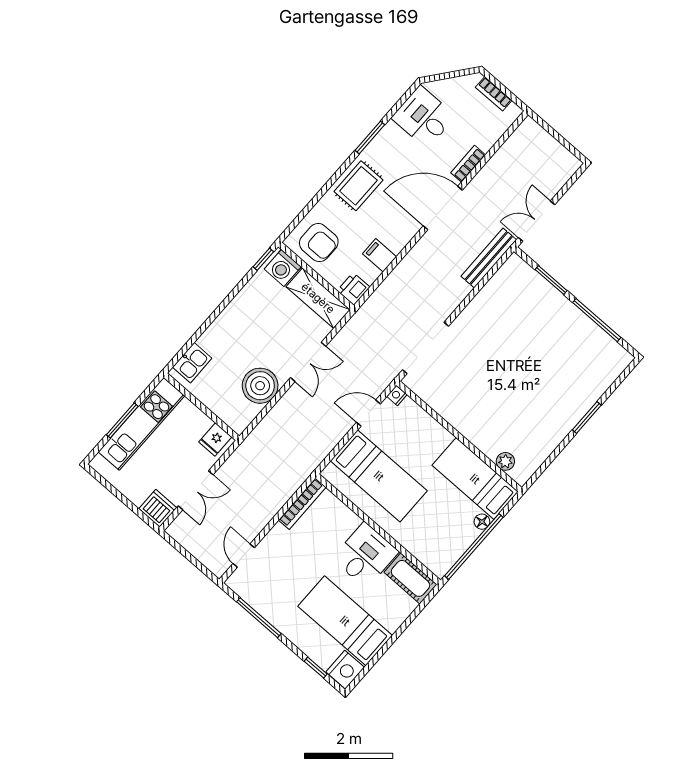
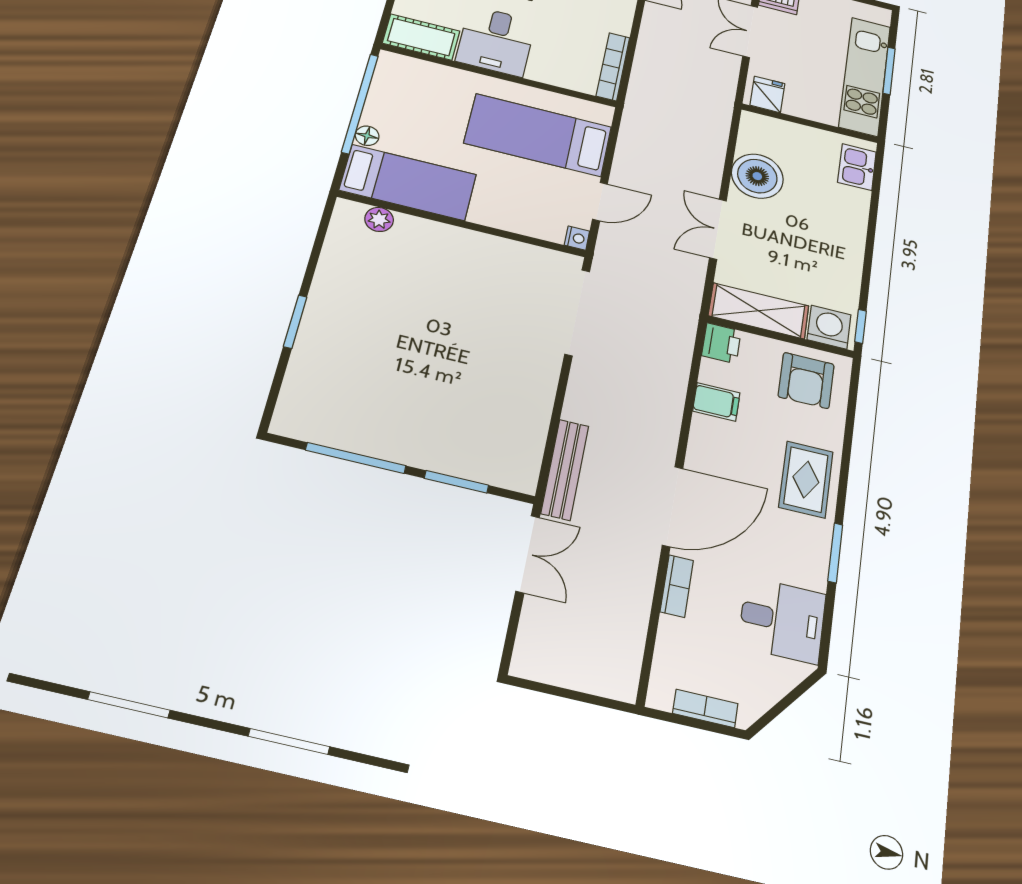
armchair: (319, 243) -> (806, 380), turned -90

